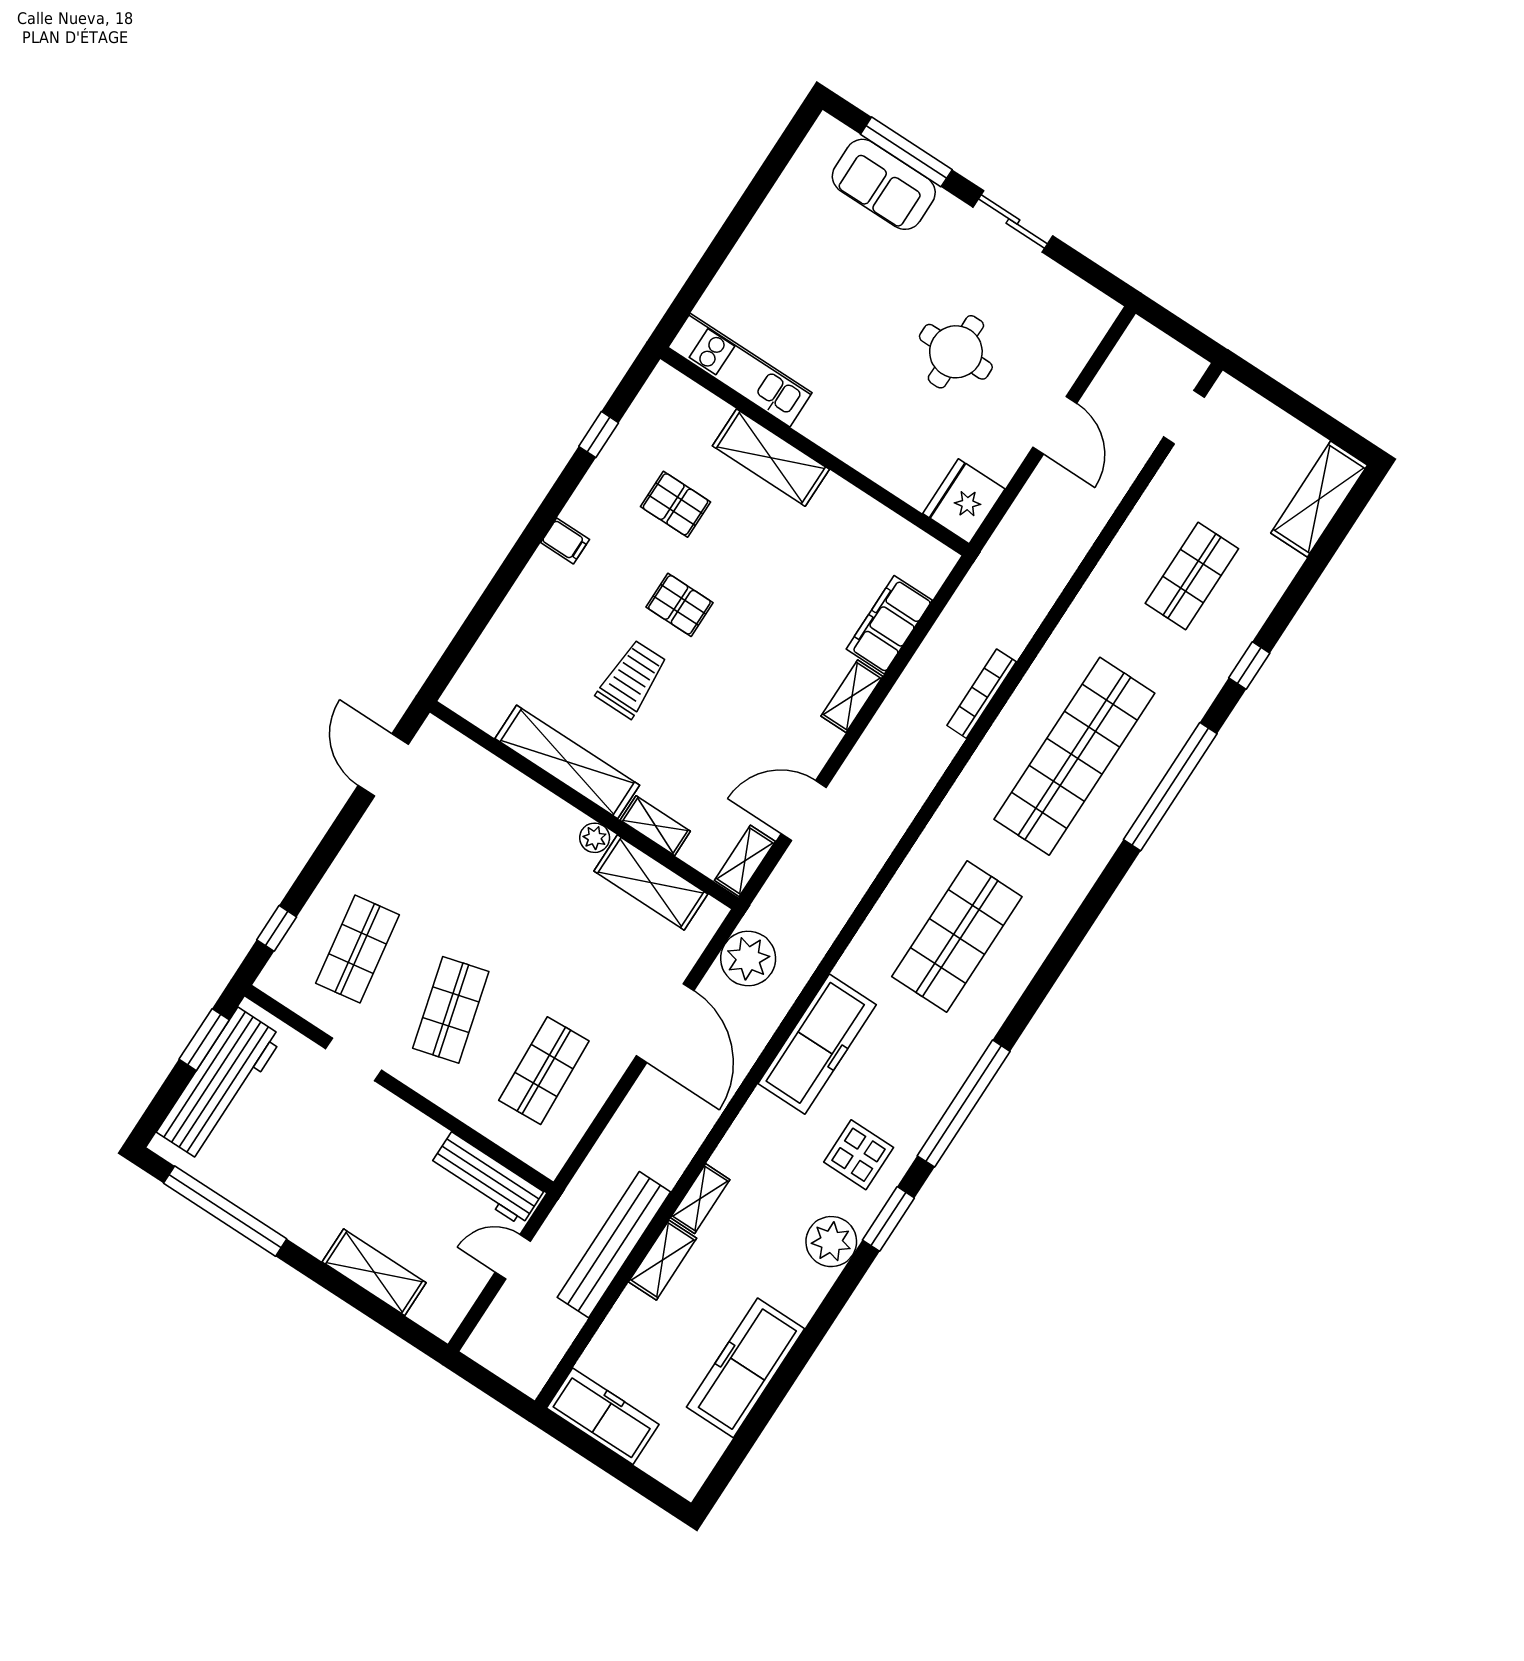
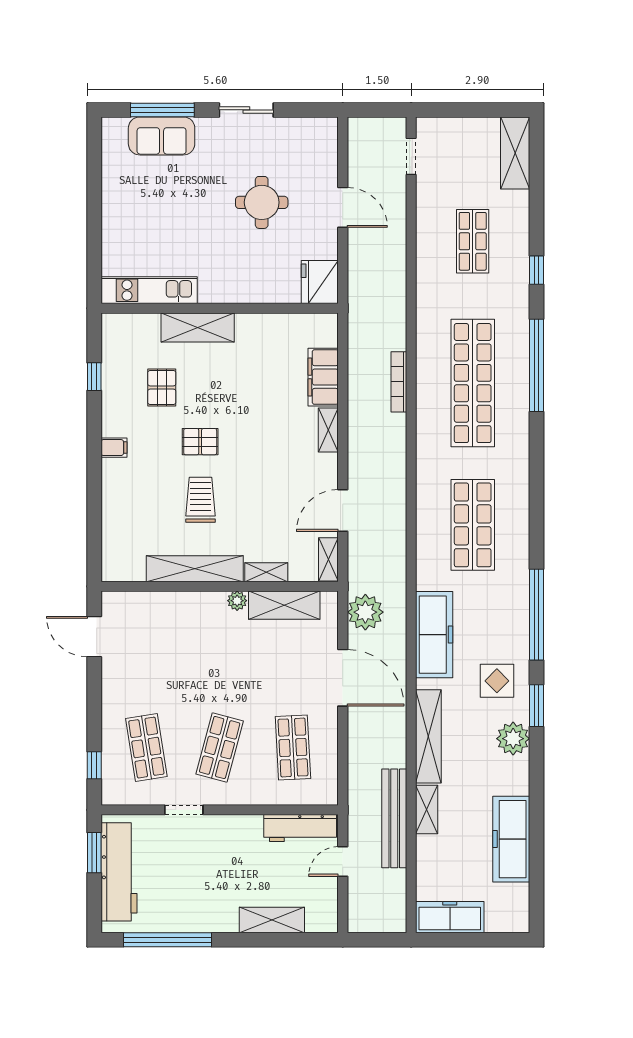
pallet: (676, 504) -> (162, 388), turned 90
shop shelf: (451, 1010) -> (220, 748), turned 30
shelving: (700, 1199) -> (428, 736), width x2.20, depth x1.33

